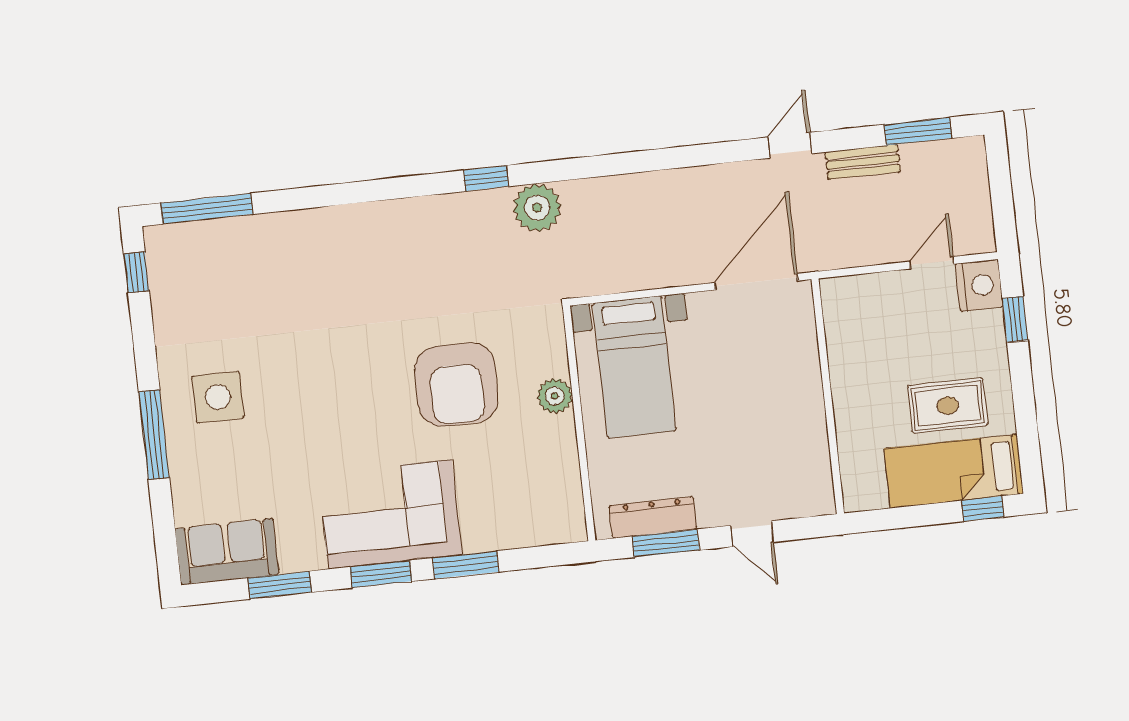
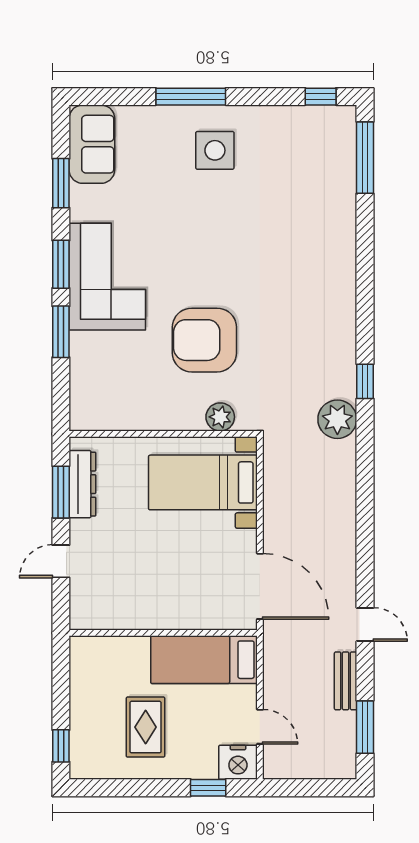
plant: (555, 396) -> (220, 417), moved
bed: (954, 471) -> (204, 660), moved, turned -90

